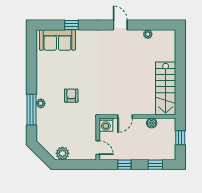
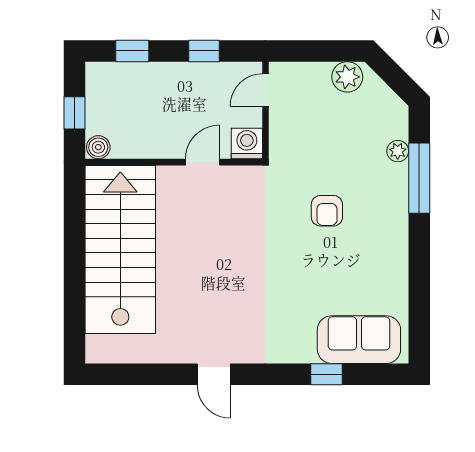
plant: (148, 34) -> (150, 353), removed
stairs: (166, 89) -> (120, 250), width x1.36, depth x1.51
plant: (41, 103) -> (398, 151), moved
boiler: (152, 123) -> (98, 147), moved
door: (98, 148) -> (265, 90), hinge flipped

